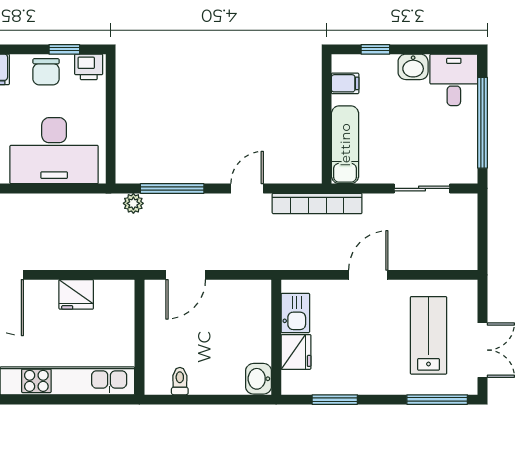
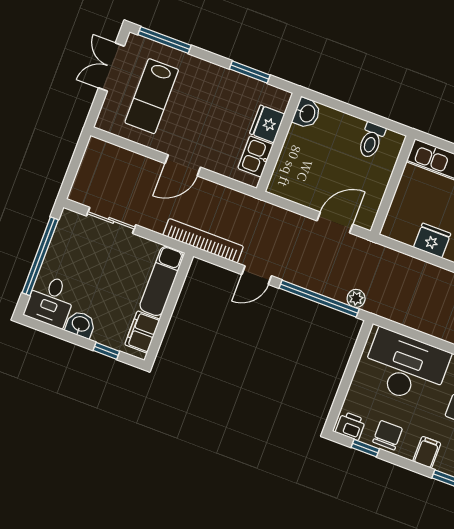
filing cabinet: (345, 83) -> (142, 332), width x2.00
window: (172, 188) -> (319, 299), width x1.46
toilet: (180, 381) -> (371, 140), width x1.37, depth x1.39

